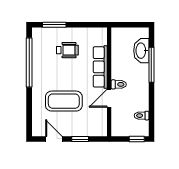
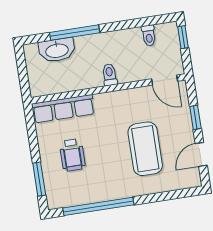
wheelchair: (67, 50) -> (72, 155), turned 180
row of seats: (100, 67) -> (63, 109), moved
door: (109, 98) -> (165, 80), moved

